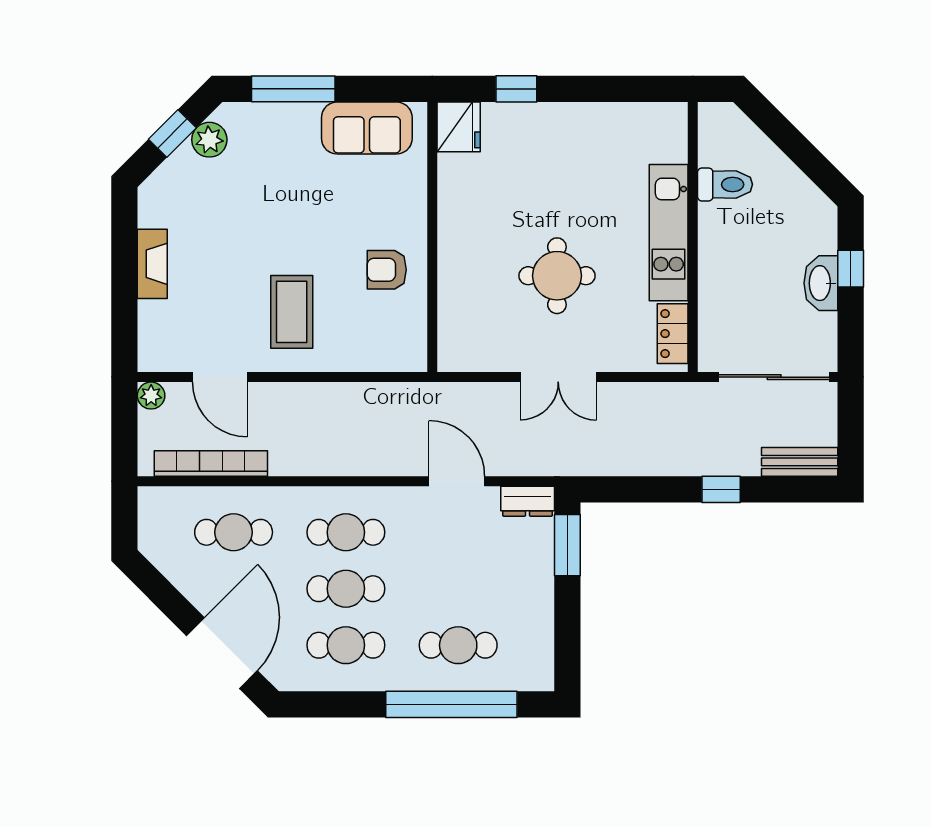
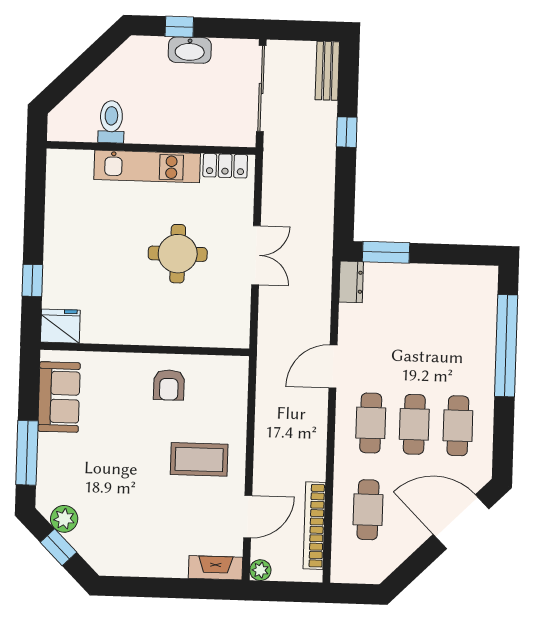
fireplace: (152, 264) -> (216, 568), moved
door: (457, 481) -> (333, 366), moved
cafe table: (458, 645) -> (461, 339), removed

